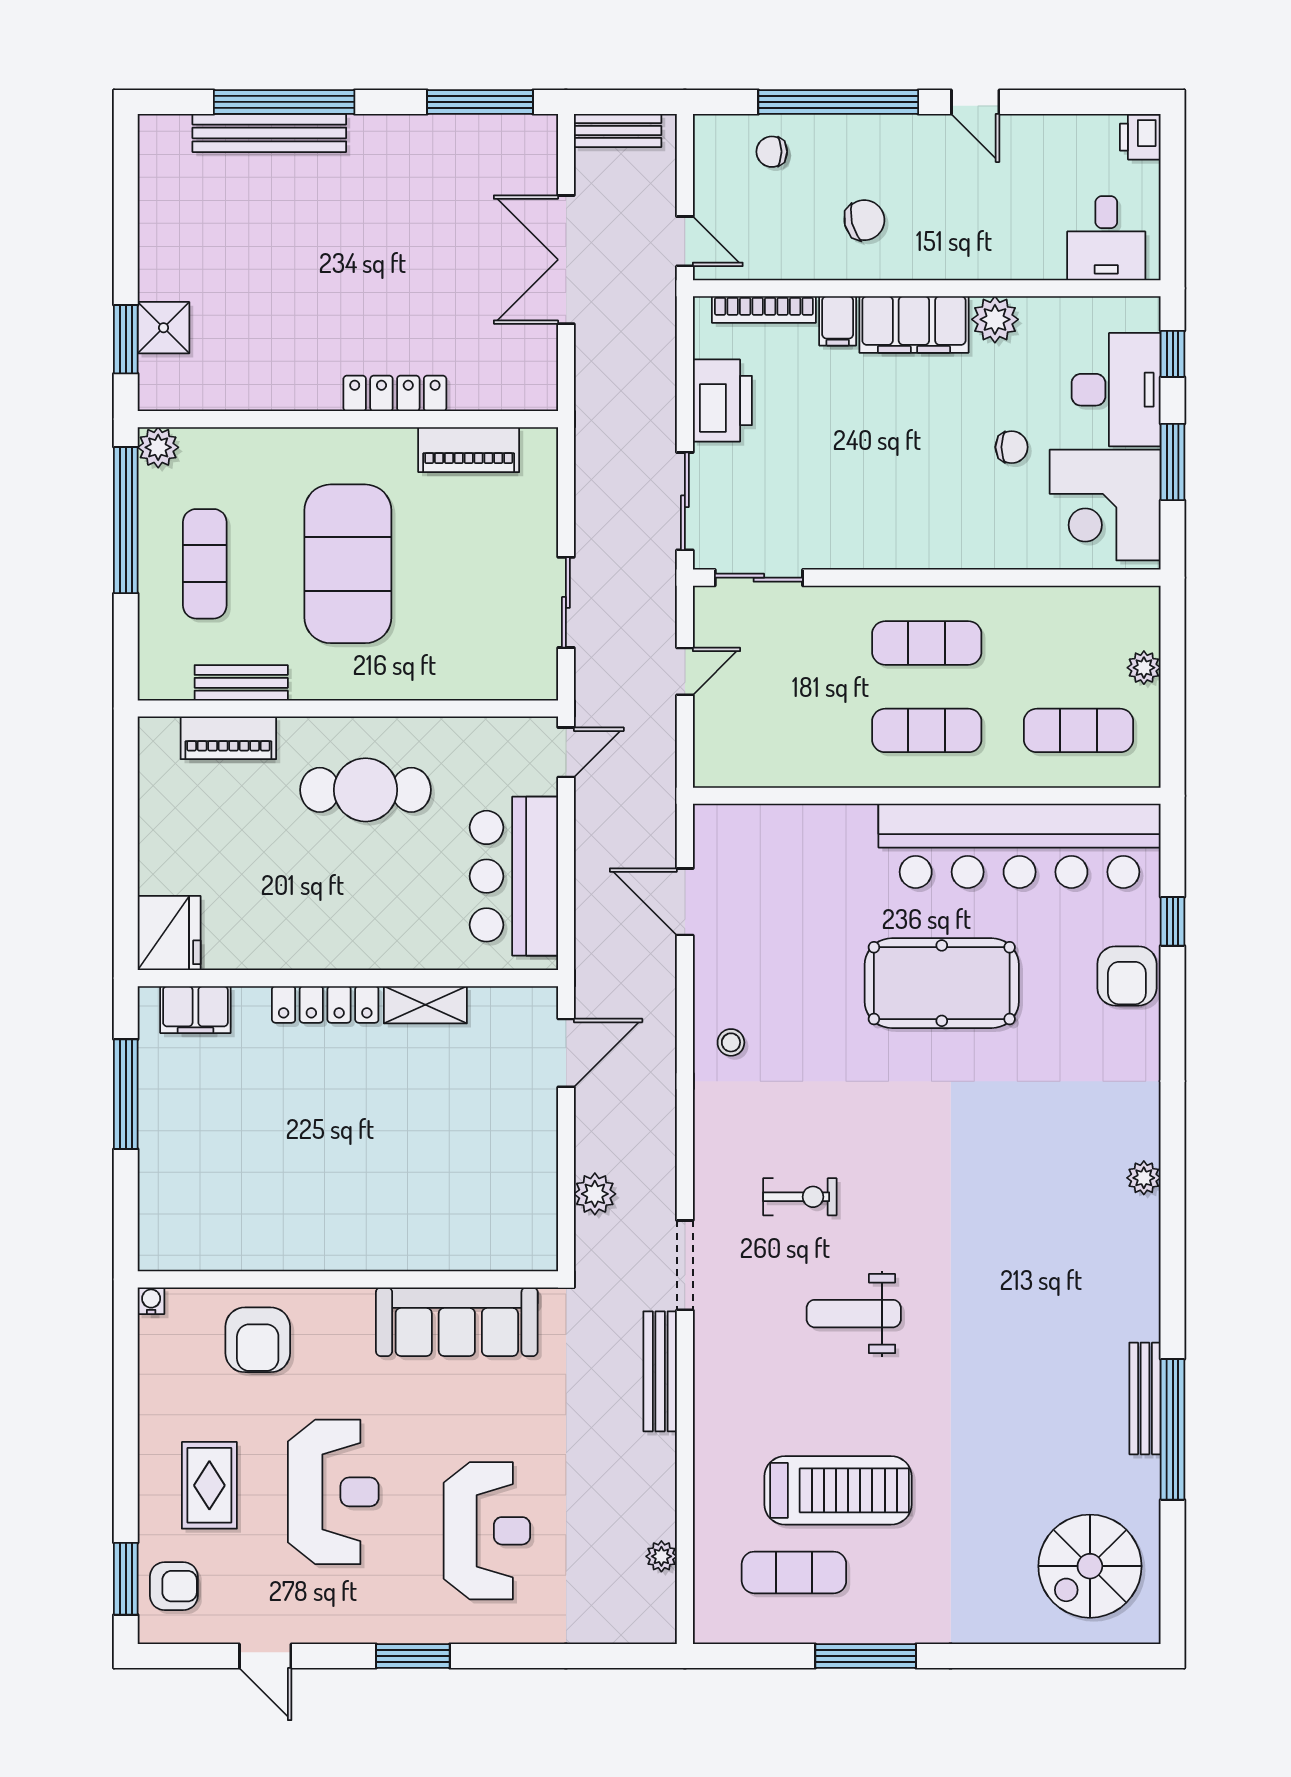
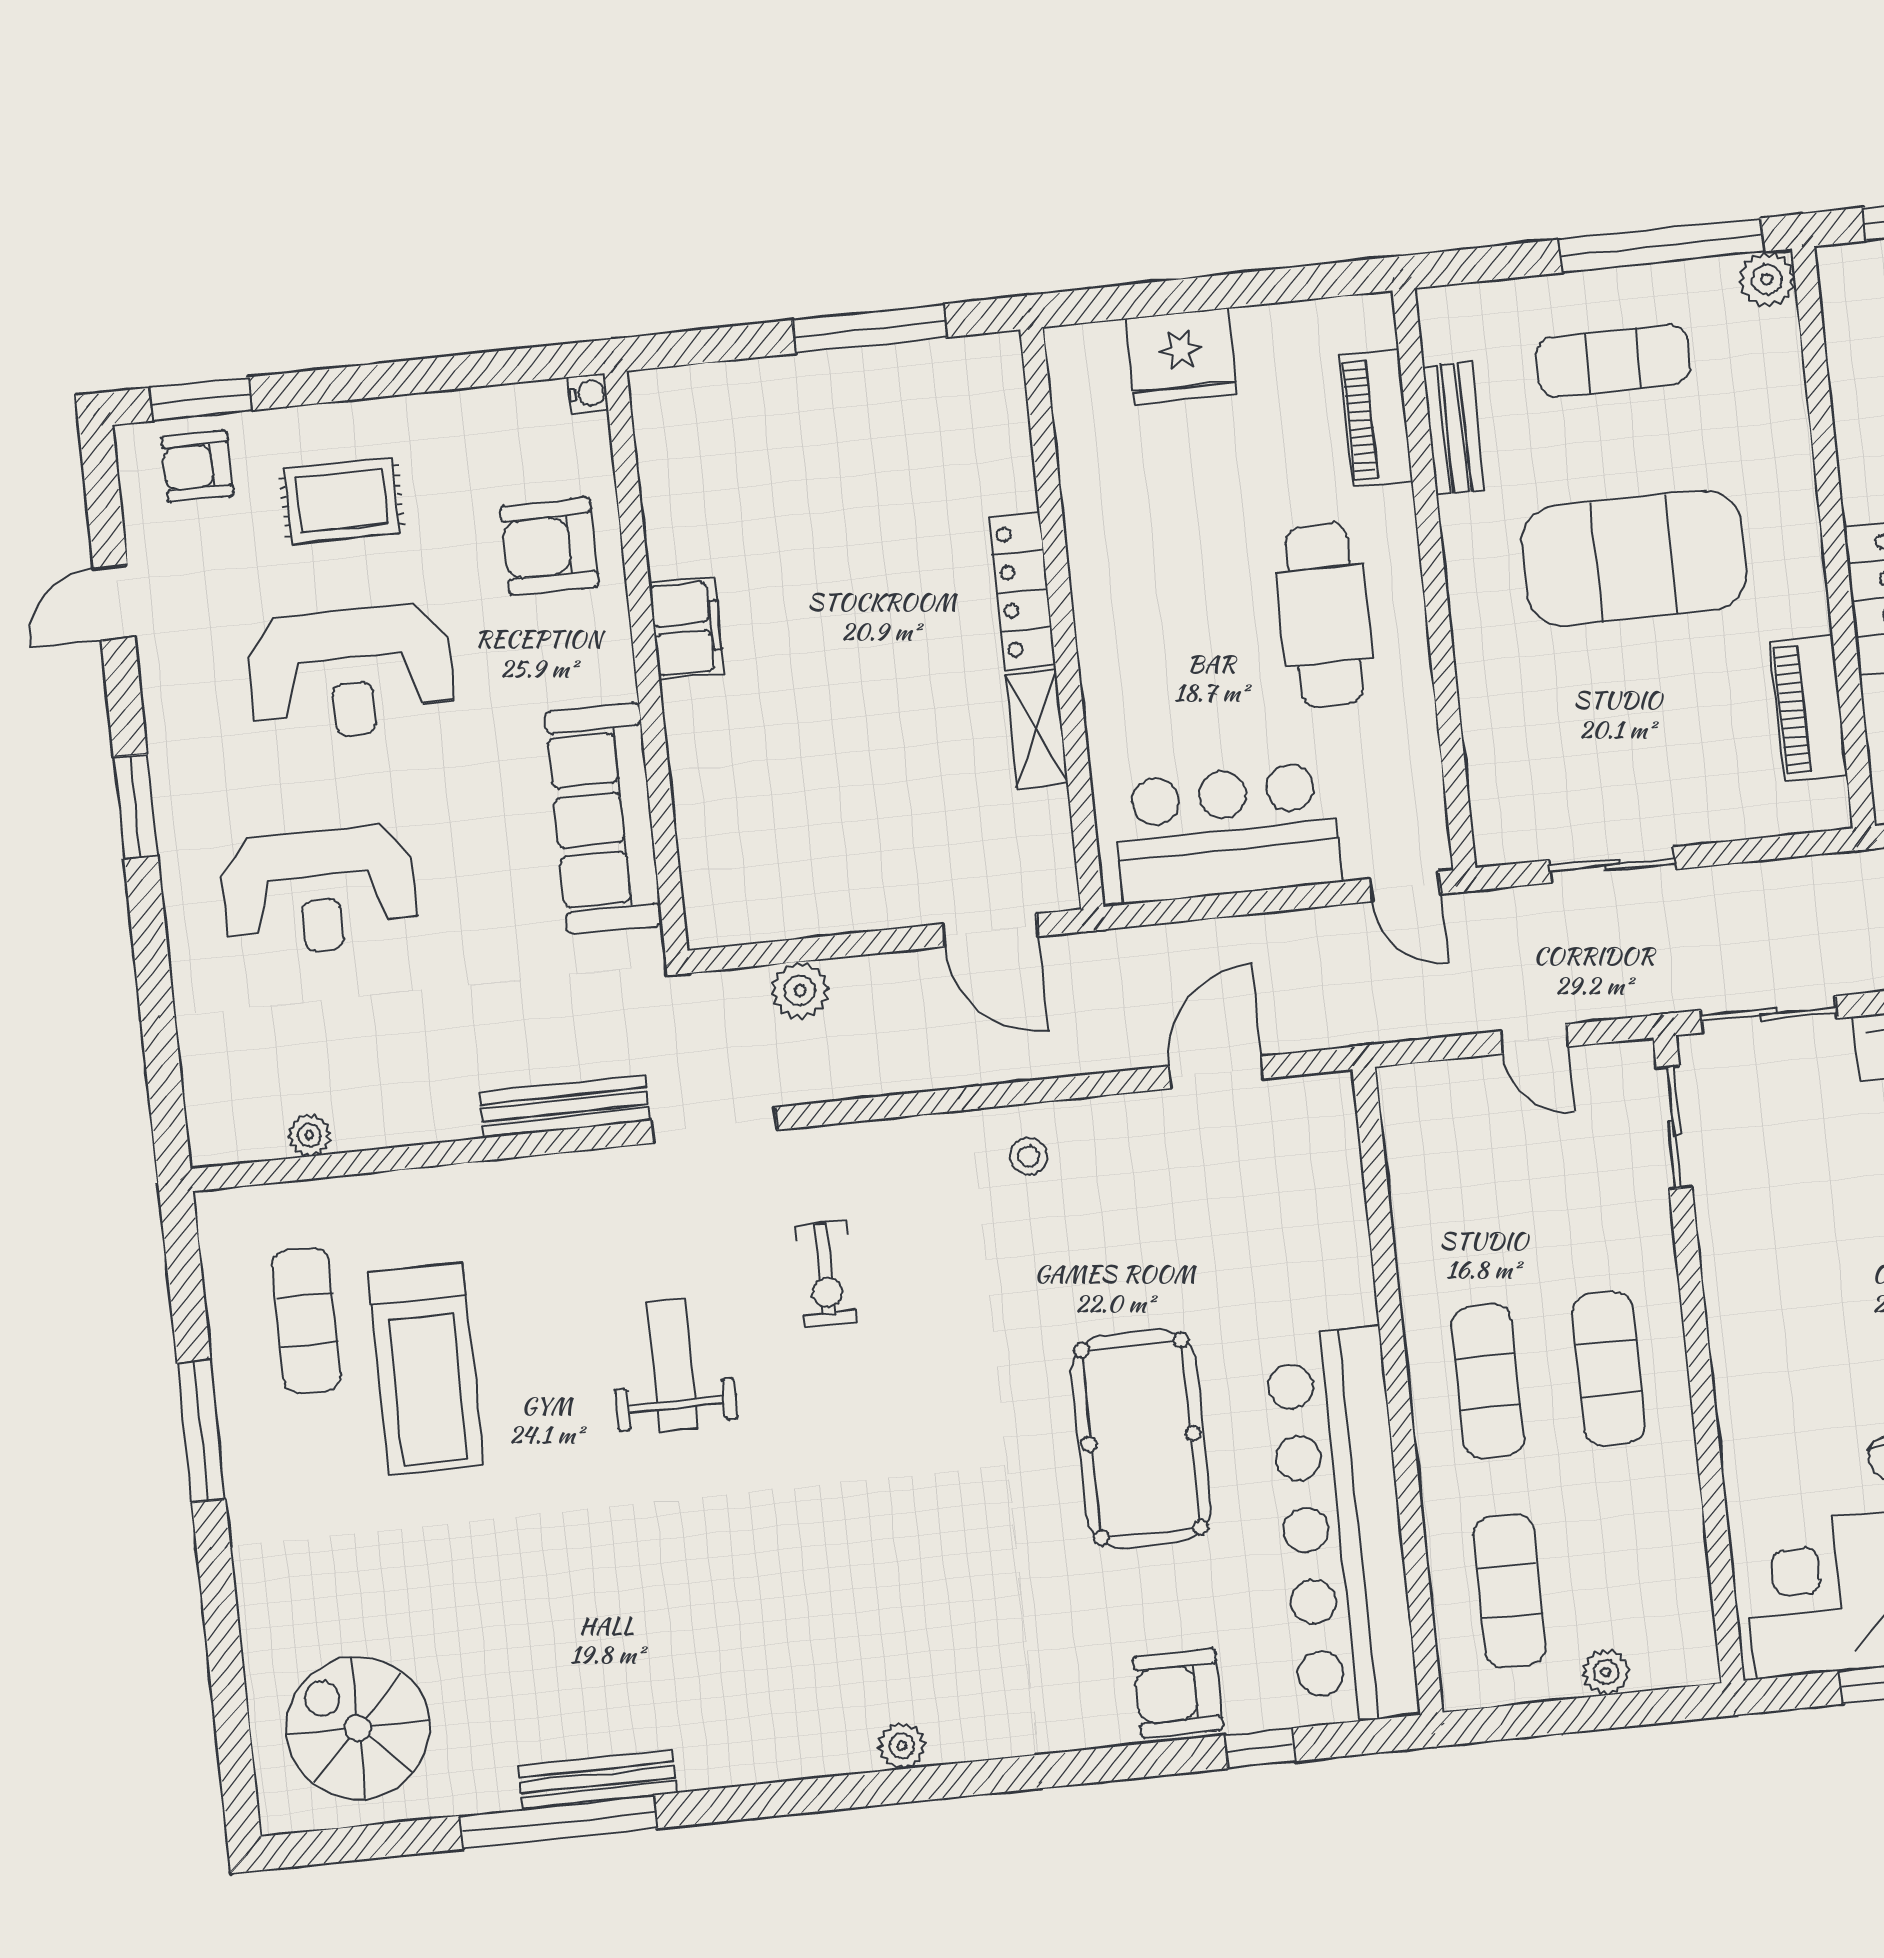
fridge: (169, 933) -> (1181, 356), moved
filing cabinet: (195, 1010) -> (686, 628), moved, turned 180
armchair: (174, 1586) -> (197, 466), turned 90

